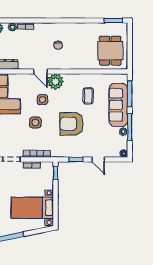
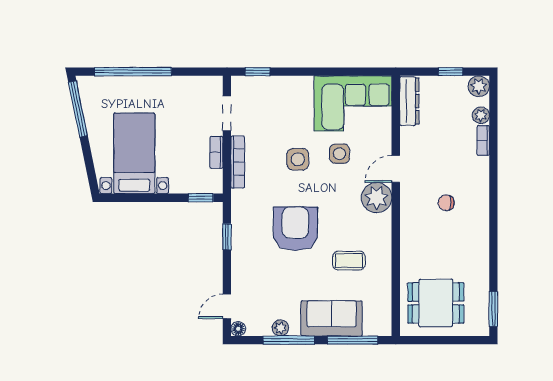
side table: (42, 100) -> (339, 154), moved
sofa: (118, 105) -> (332, 318), width x0.73
door: (98, 159) -> (227, 306), moved

